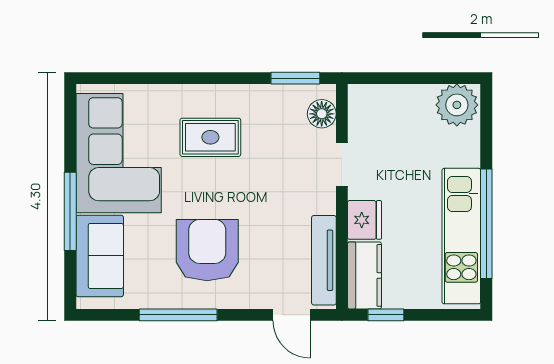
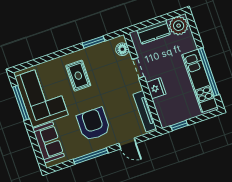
window: (295, 78) -> (93, 42), moved
rug: (210, 137) -> (78, 76), turned 90
window: (70, 211) -> (21, 103), moved
kitchen counter: (364, 275) -> (154, 32), moved, turned 90
door: (291, 315) -> (127, 143), moved

